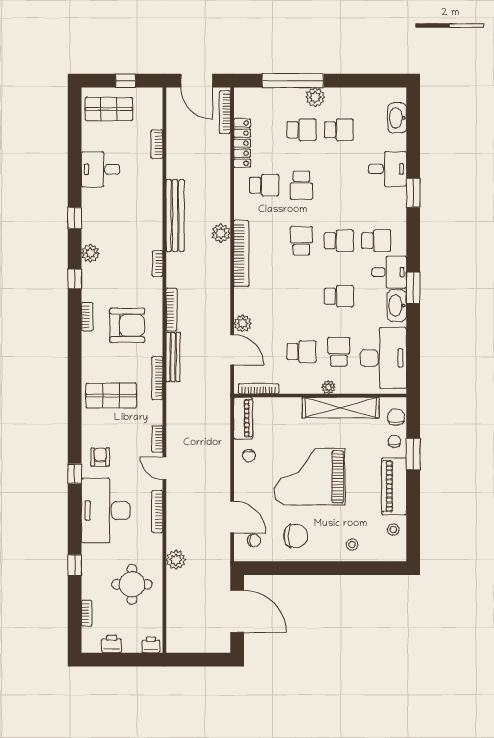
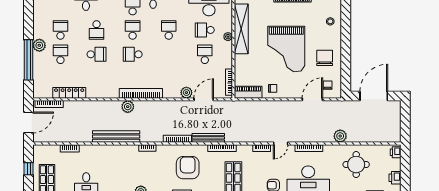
school desk: (264, 185) -> (97, 30), moved, turned 180

